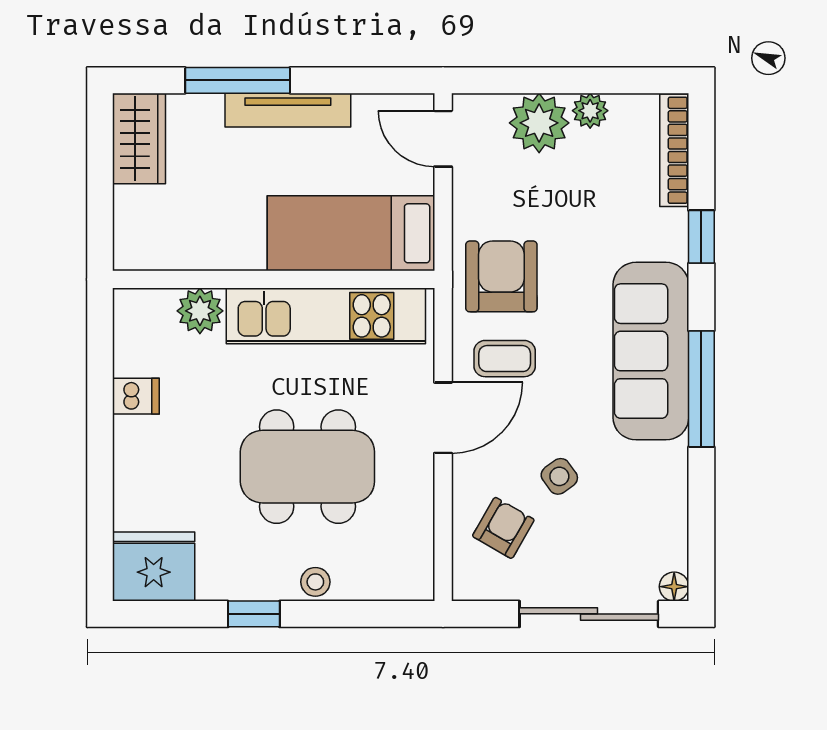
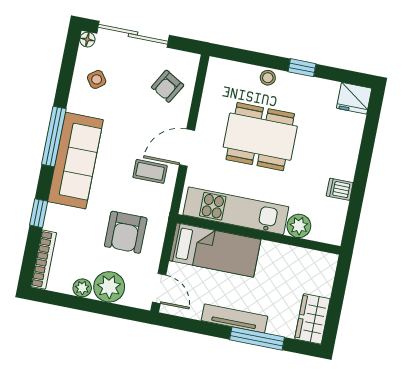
armchair: (501, 276) -> (126, 232), moved
side table: (559, 476) -> (97, 79), moved
fridge: (154, 567) -> (354, 98), width x0.73, depth x0.75

